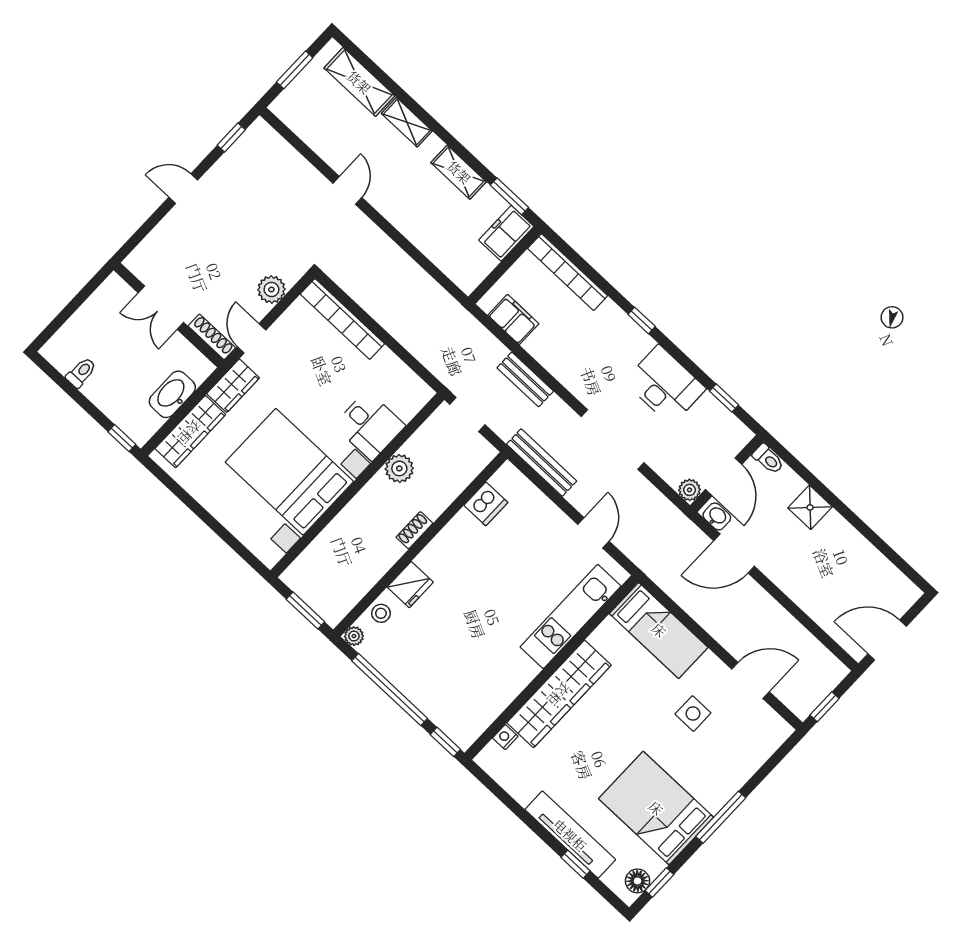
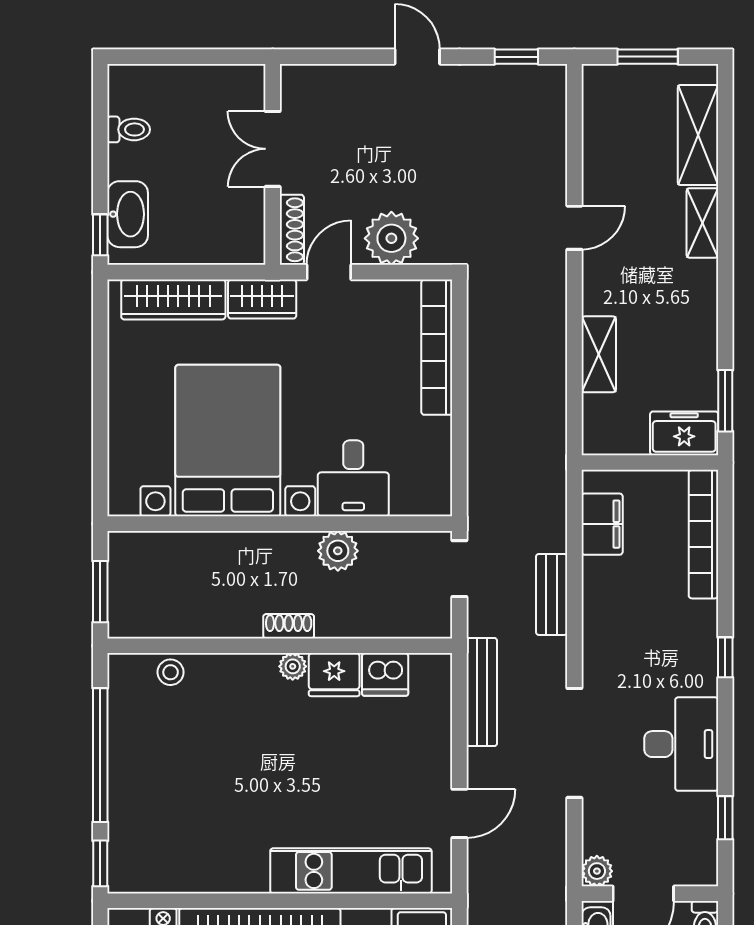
shelving: (459, 172) -> (599, 354), moved
plant: (271, 289) -> (391, 238), width x1.36, depth x1.36
washbasin: (172, 394) -> (128, 214), moved, turned 90
fridge: (410, 585) -> (334, 675), moved
plant: (354, 636) -> (293, 666), moved

